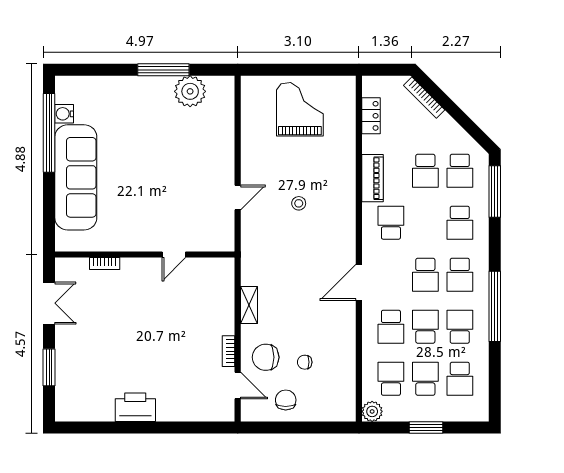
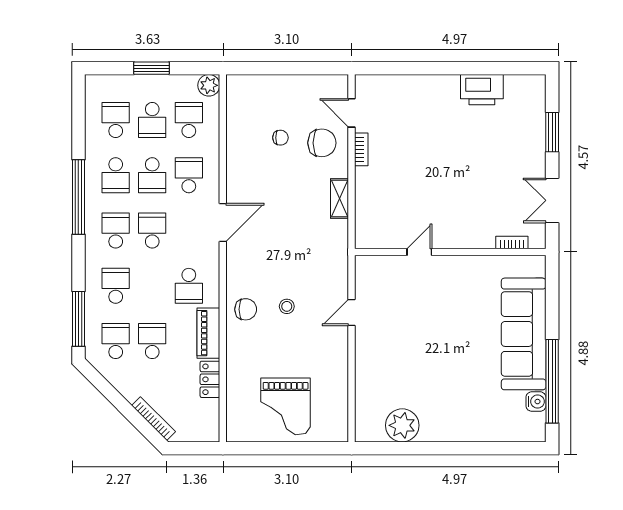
window: (163, 70) -> (430, 448), removed
locker: (371, 116) -> (210, 379), moved
bookcase: (105, 264) -> (512, 242), moved
school desk: (391, 379) -> (189, 120), turned 180
chair: (286, 400) -> (246, 309), moved, turned -90
printer: (135, 407) -> (482, 90), moved

